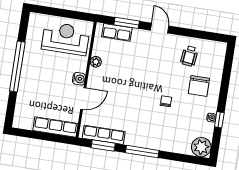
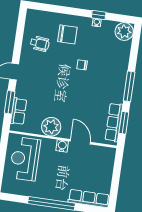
plant: (96, 62) -> (51, 127), width x1.87, depth x1.87
row of seats: (55, 127) -> (89, 198), moved, turned 90

